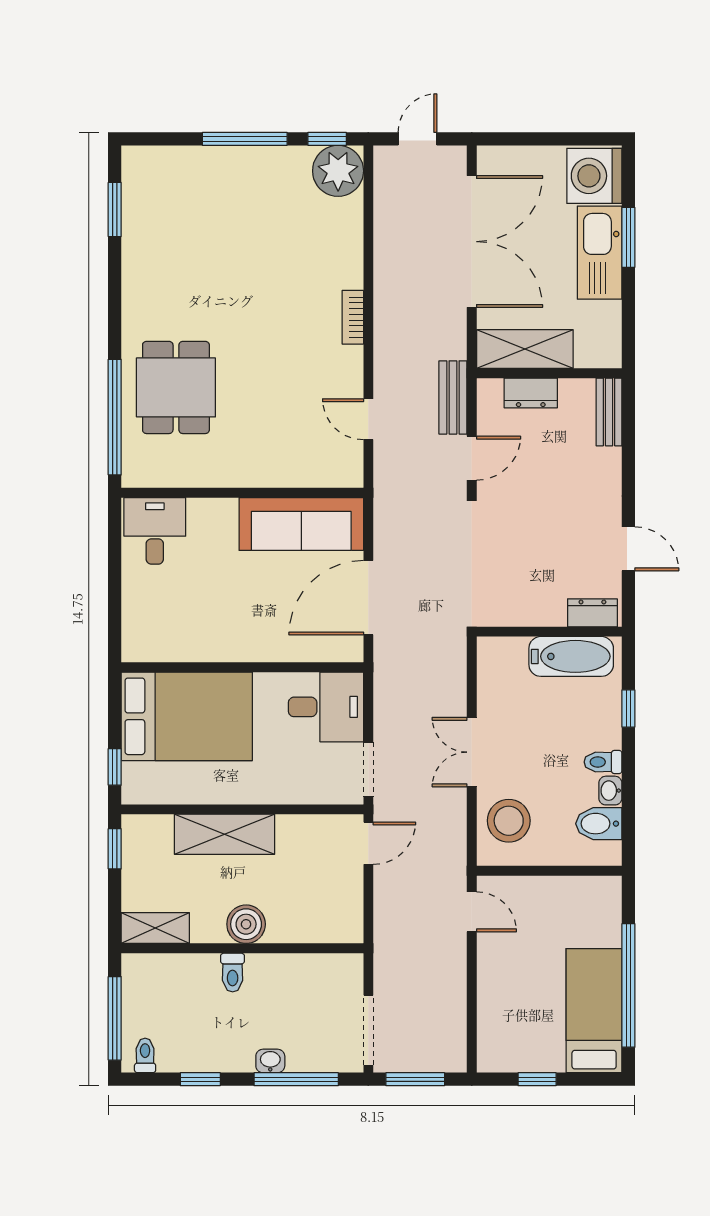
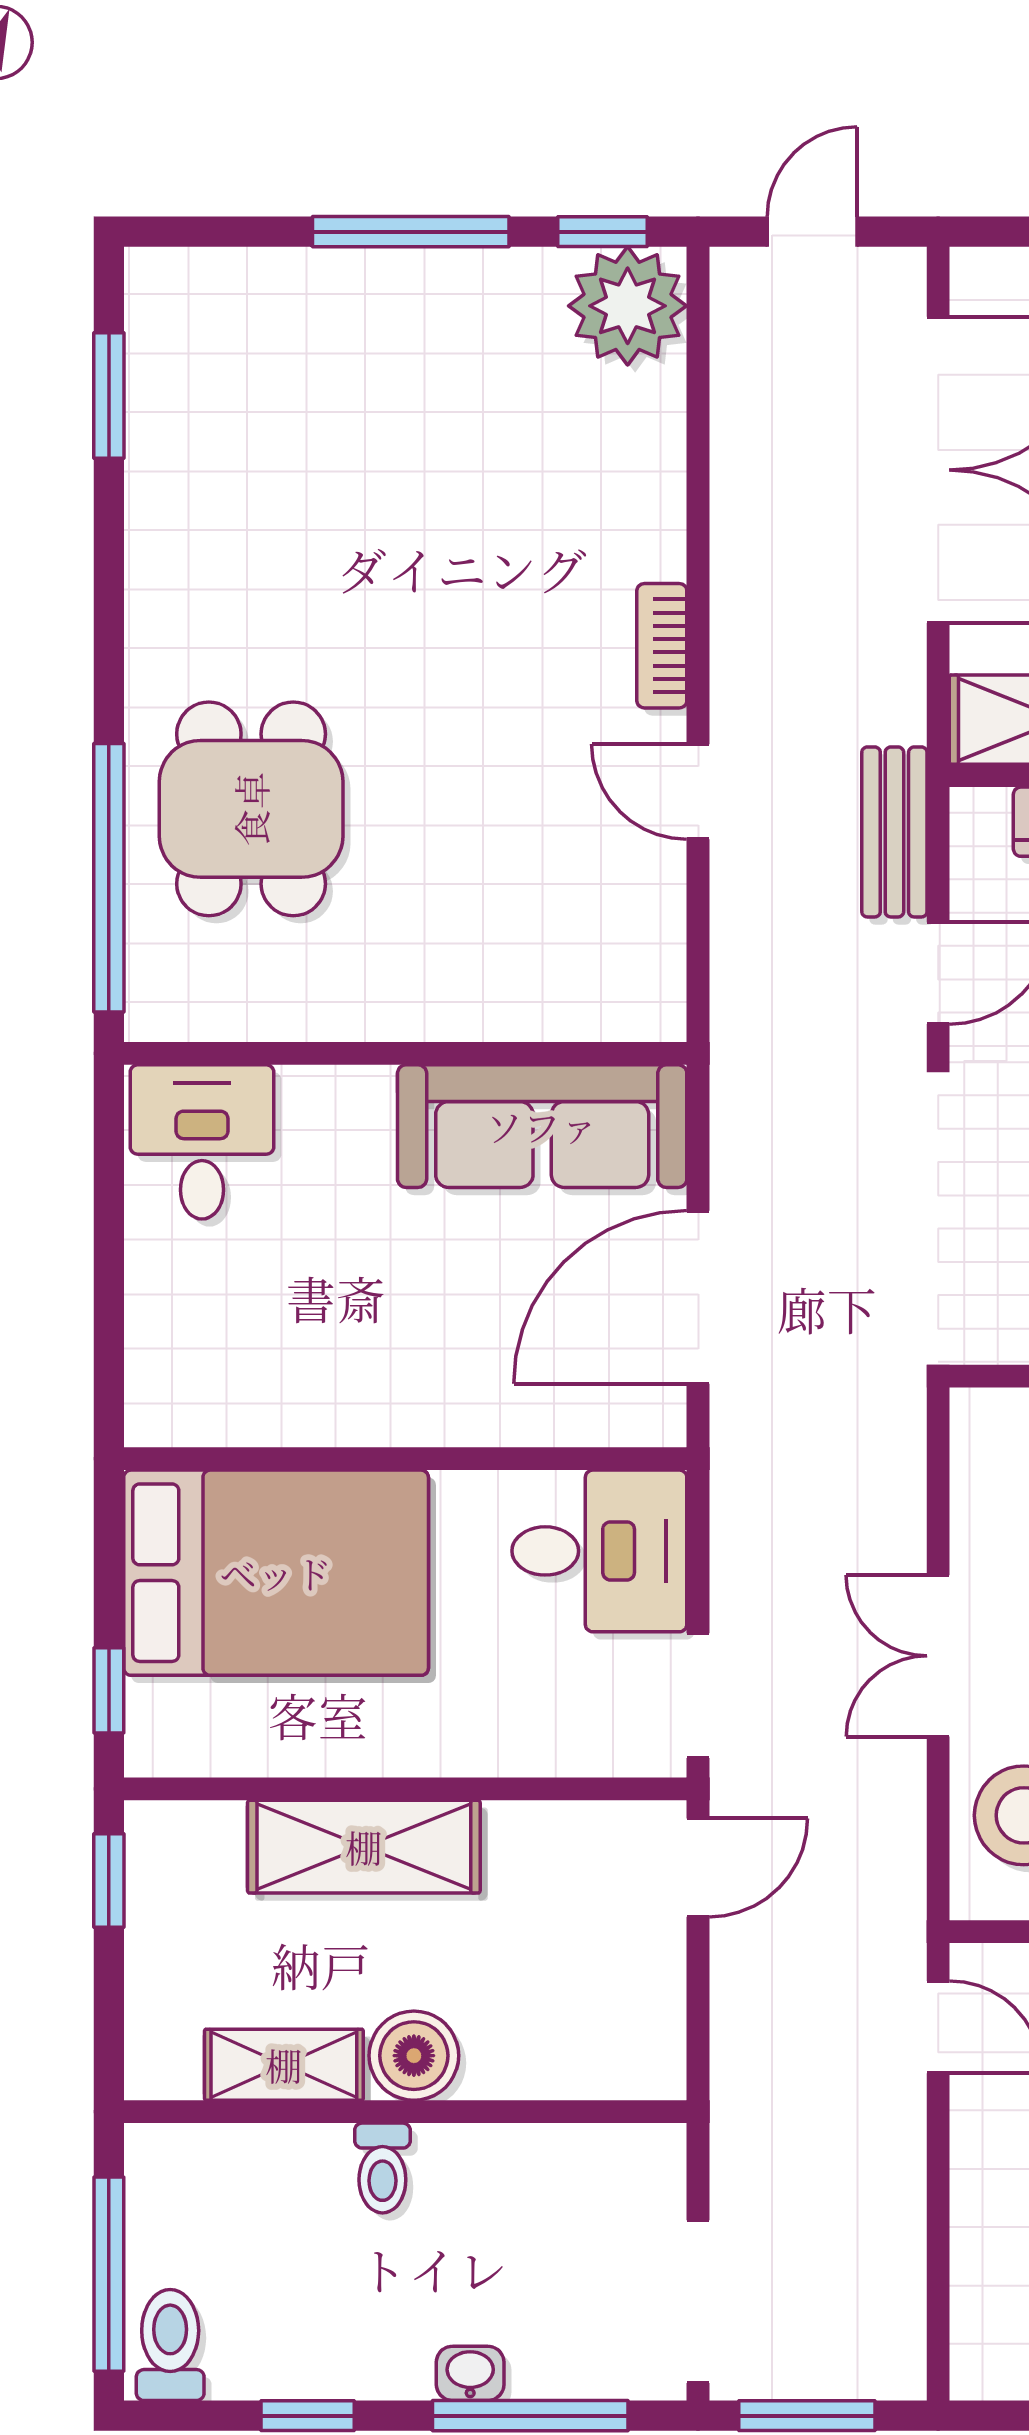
door: (368, 419) -> (698, 792), moved
shelving: (155, 928) -> (284, 2065), moved
toilet: (145, 1055) -> (170, 2345), width x1.37, depth x1.39

